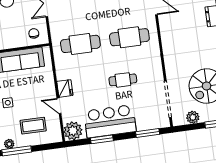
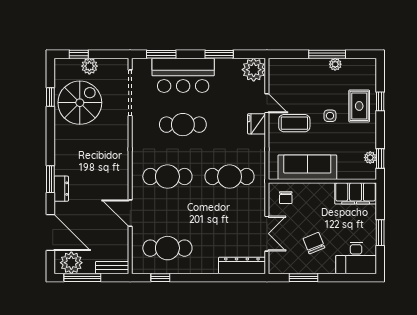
cafe table: (123, 80) -> (183, 125), width x1.37, depth x1.35
plant: (193, 117) -> (89, 66), moved
bar counter: (110, 121) -> (183, 75), moved
coffee table: (33, 126) -> (294, 123), moved

